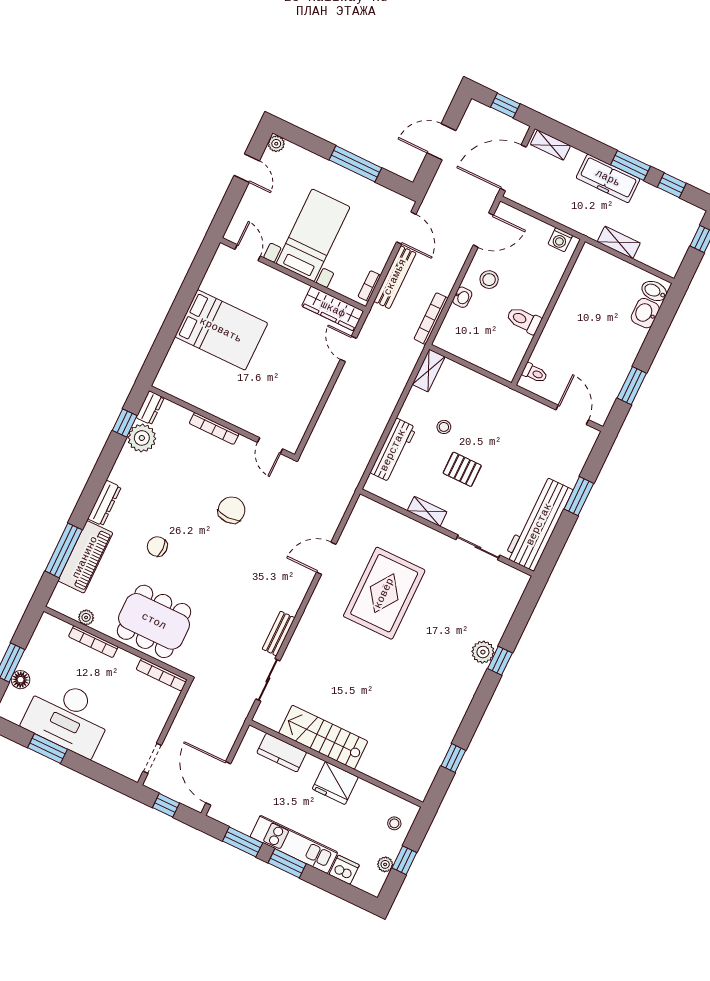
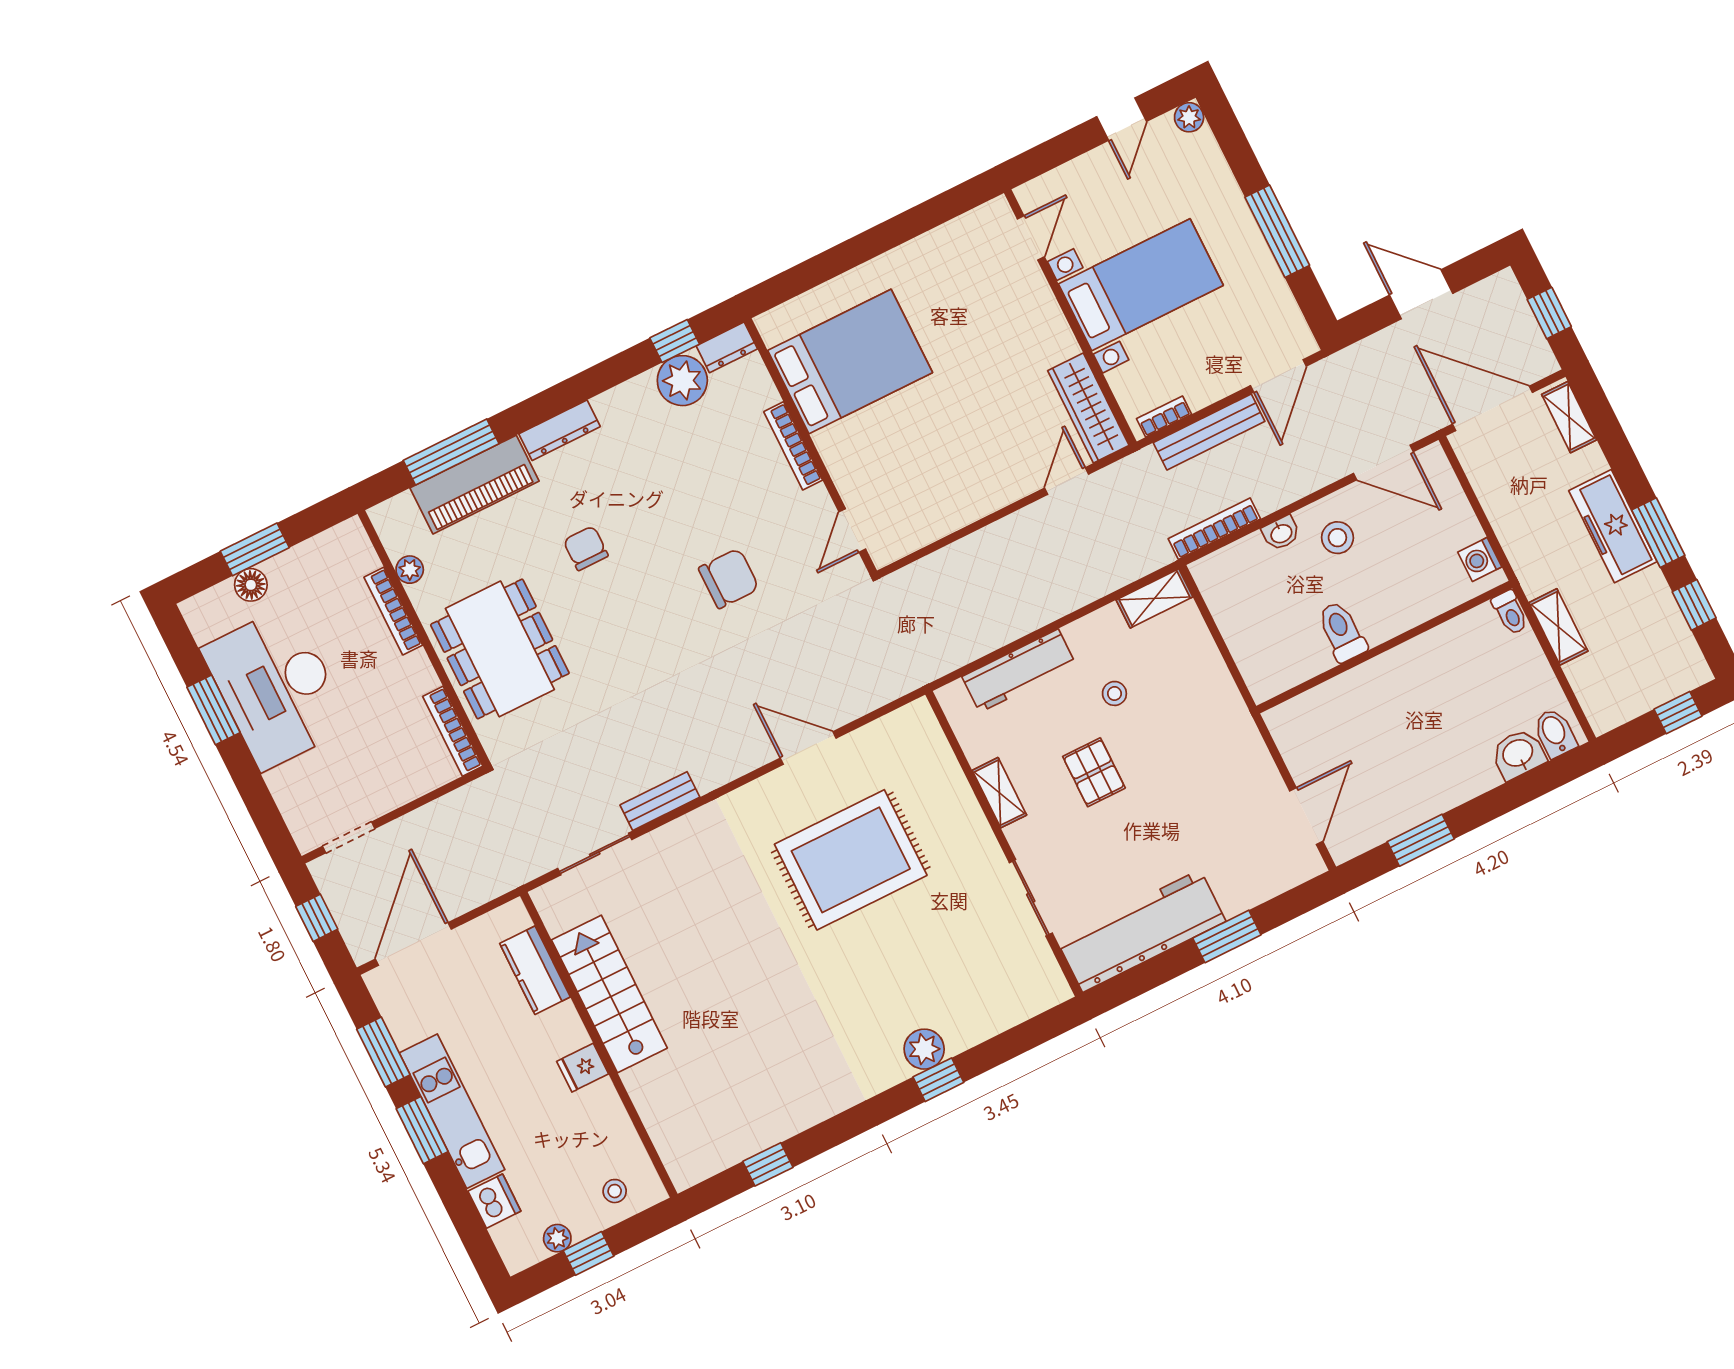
bed: (221, 330) -> (850, 361), moved, turned -90
toilet: (535, 373) -> (1510, 612), moved
fridge: (335, 783) -> (583, 1068), width x0.53, depth x0.75

